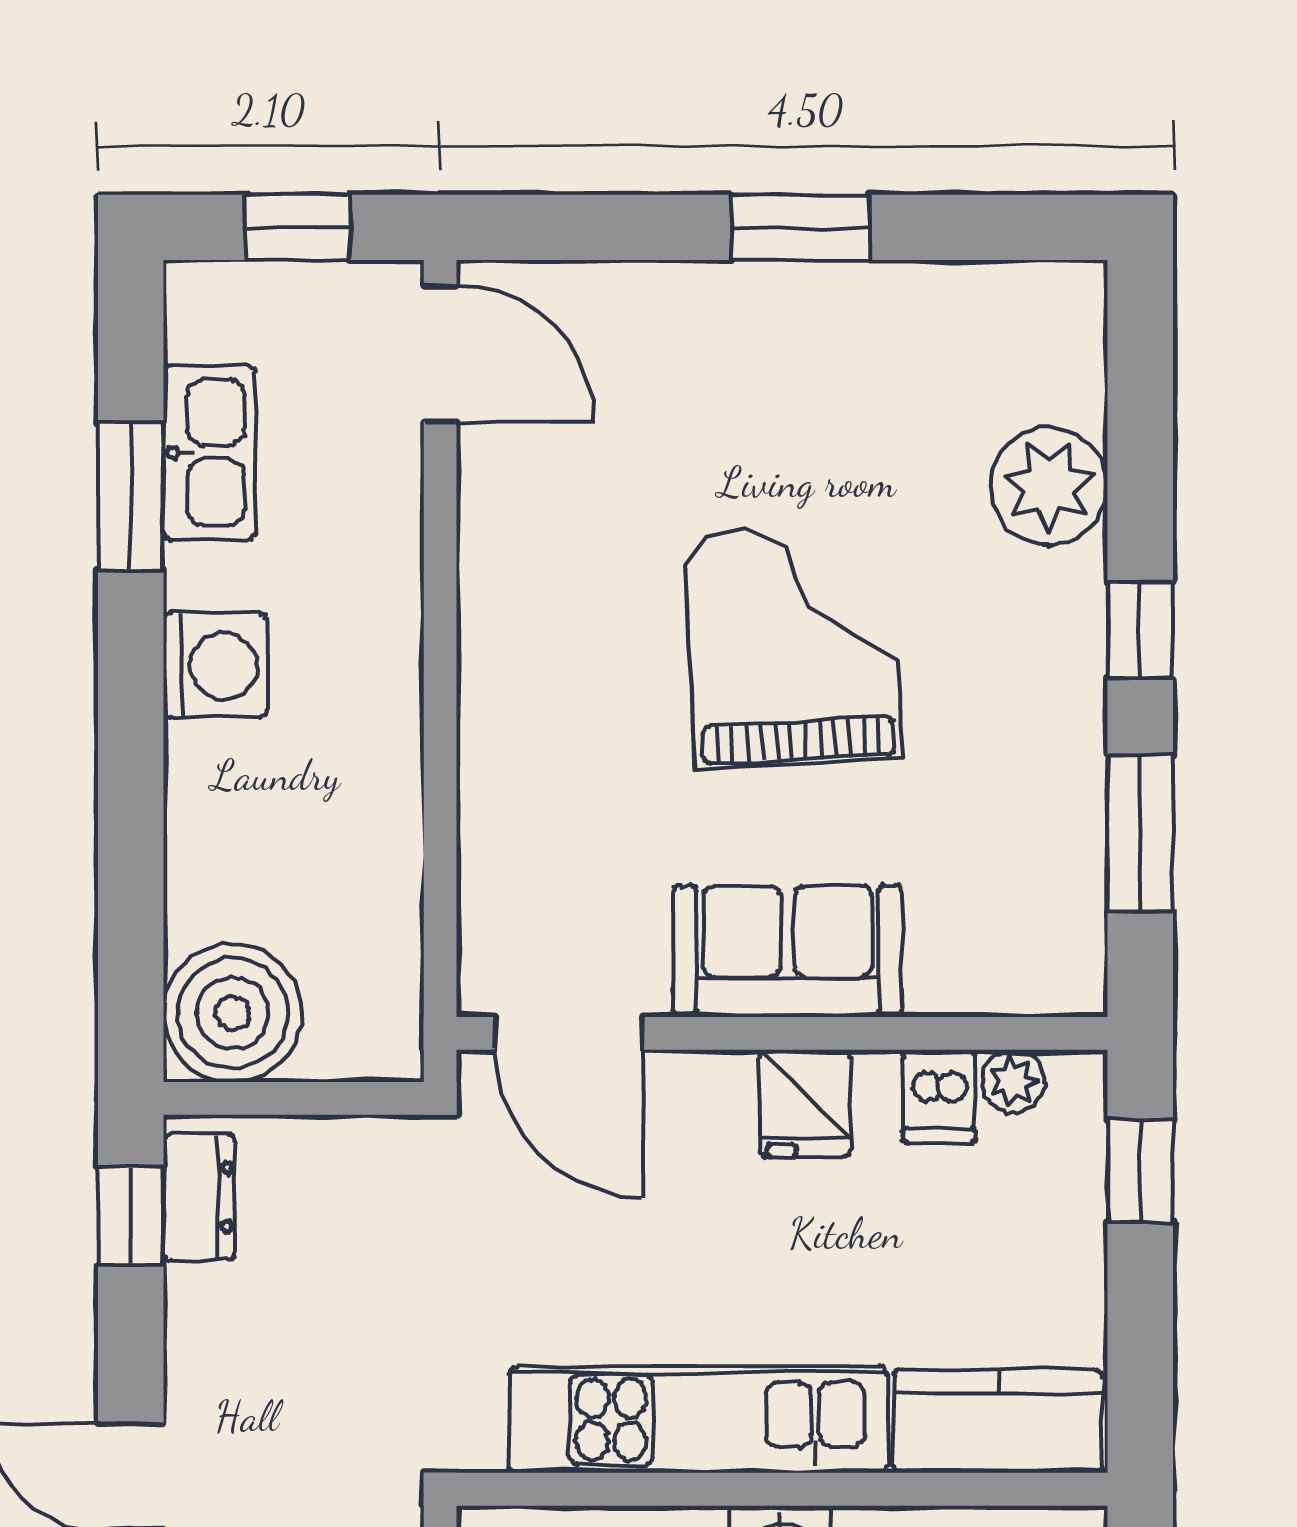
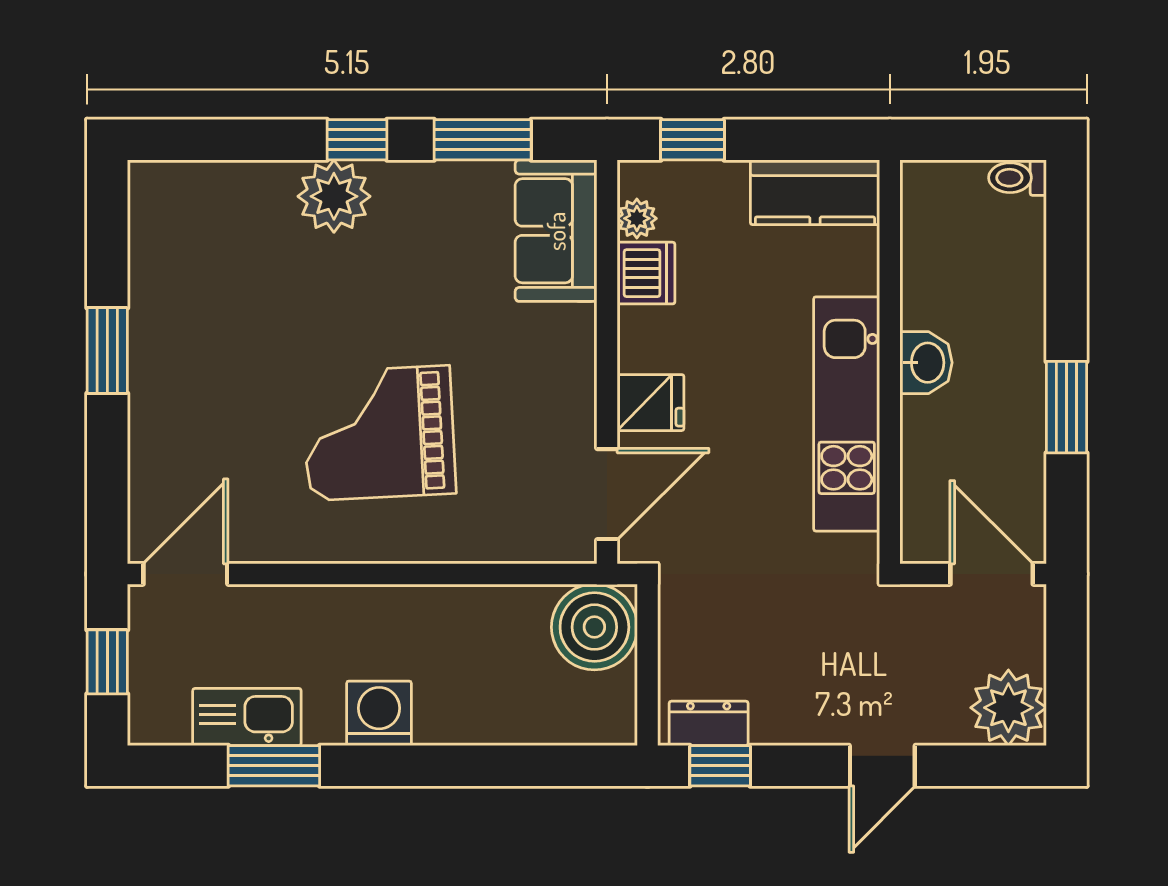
plant: (1049, 486) -> (334, 196), moved
grand piano: (793, 645) -> (379, 433), moved
sofa: (787, 951) -> (556, 231), moved
boiler: (233, 1013) -> (594, 627), moved
dishwasher: (939, 1096) -> (646, 273), width x1.38
fridge: (805, 1103) -> (651, 403), moved
kitchen counter: (998, 1421) -> (815, 192), moved, turned -90

